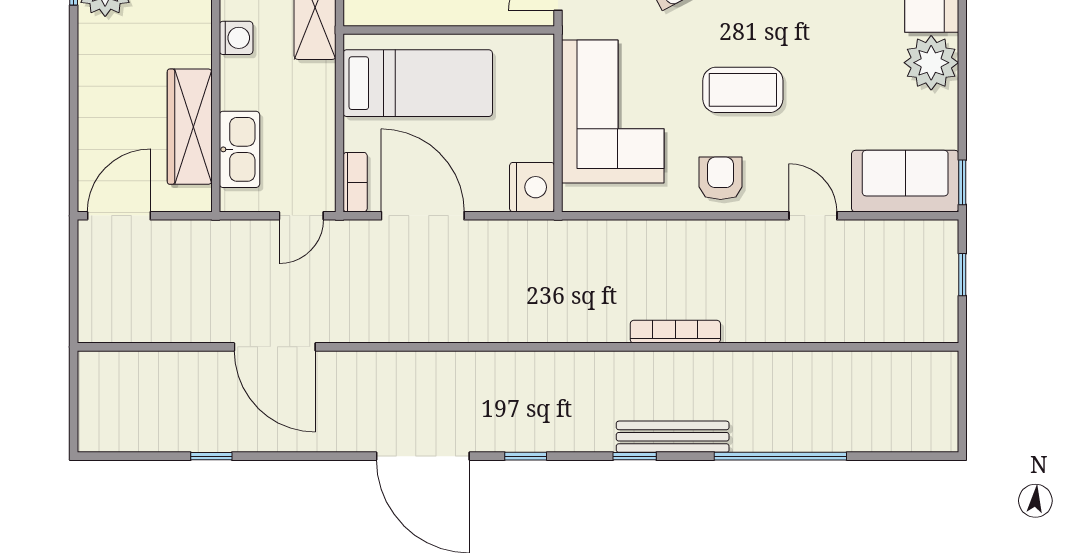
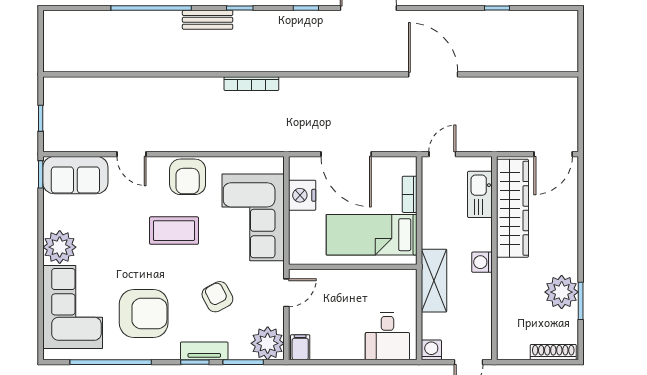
wardrobe: (190, 127) -> (512, 208), width x1.40, depth x1.17
armchair: (721, 178) -> (188, 177), width x1.38, depth x1.38
bookcase: (355, 182) -> (410, 194), moved
nightstand: (532, 187) -> (302, 195), moved
door: (423, 216) -> (346, 154), moved
bookcase: (675, 332) -> (251, 84), moved
door: (275, 347) -> (433, 74), moved
bench: (673, 437) -> (208, 20), width x0.73

